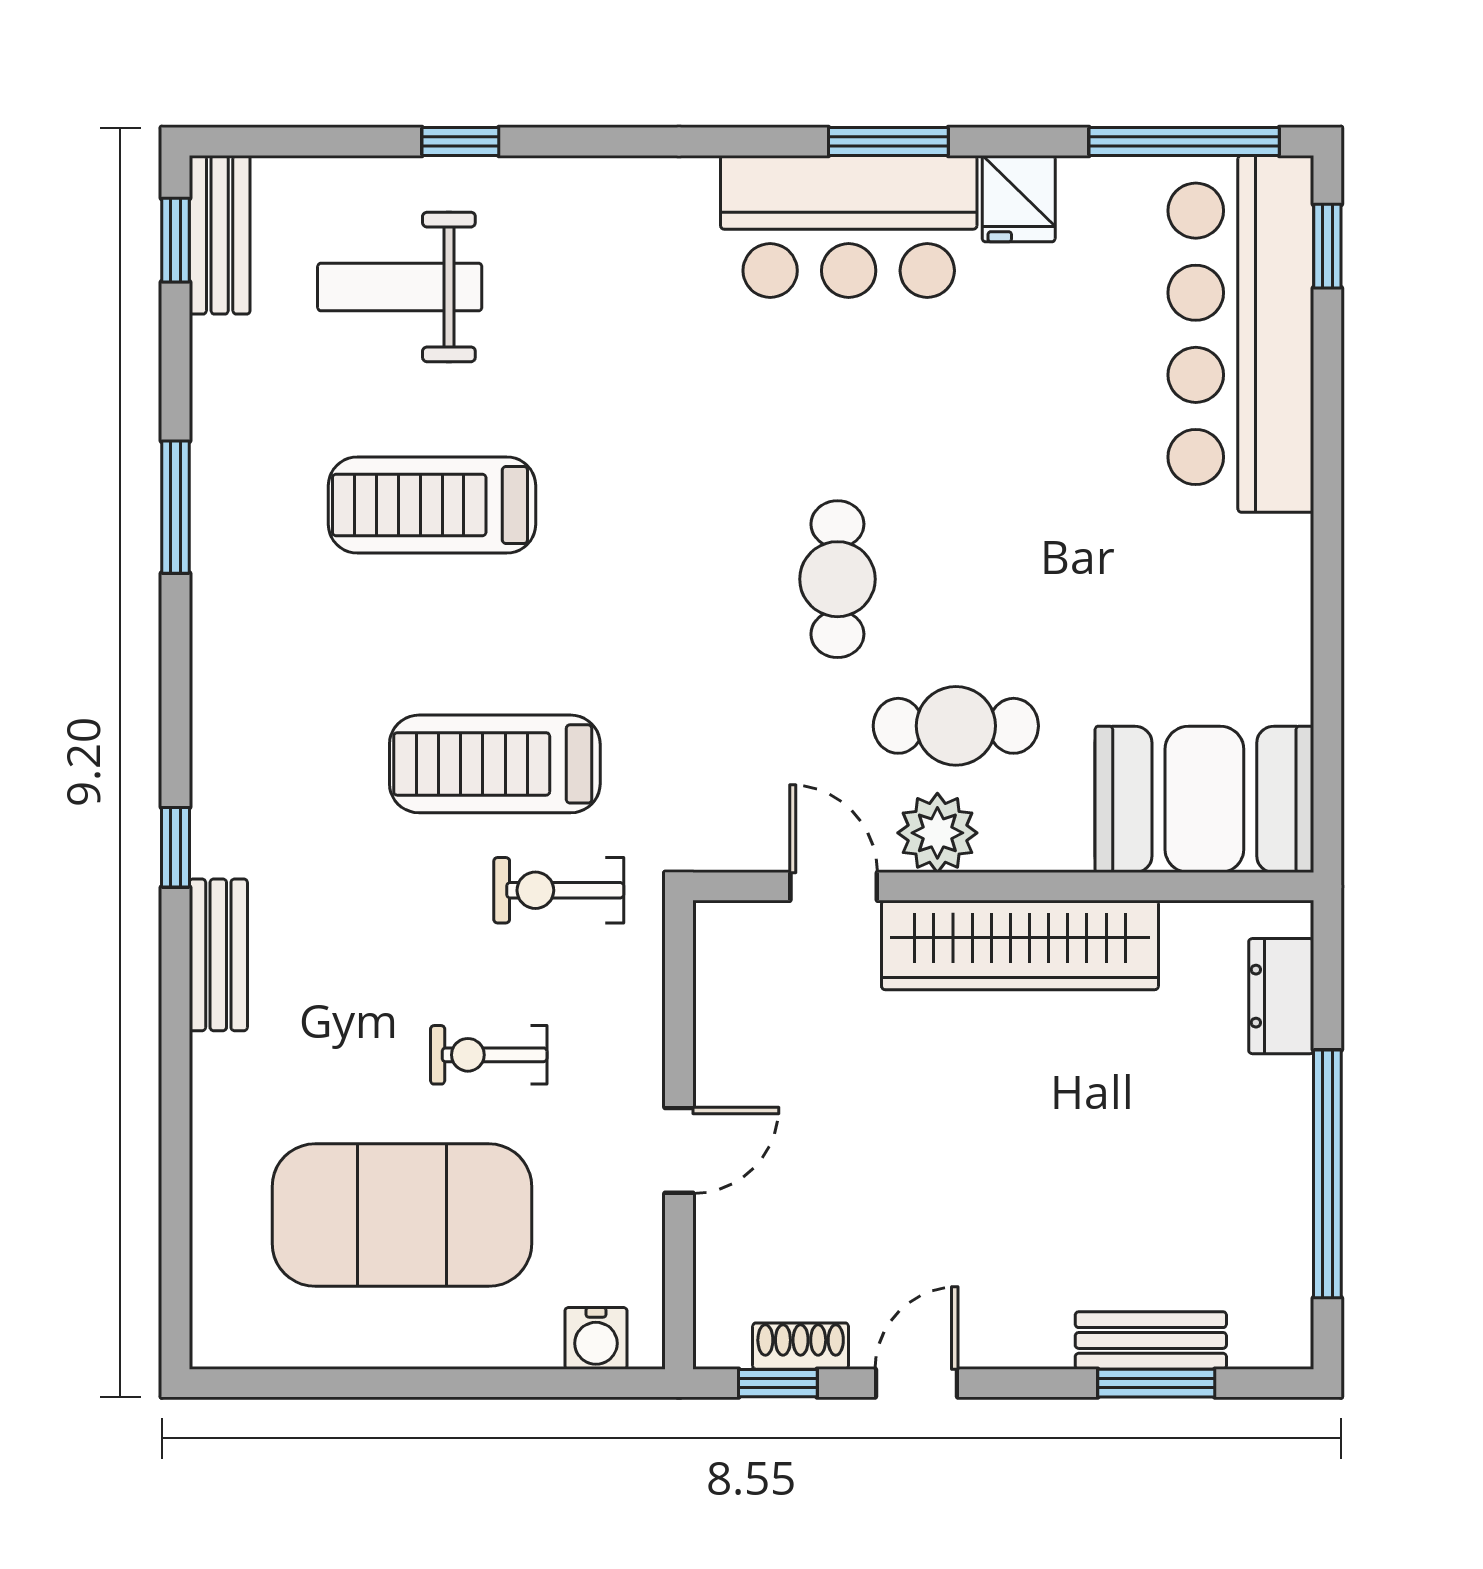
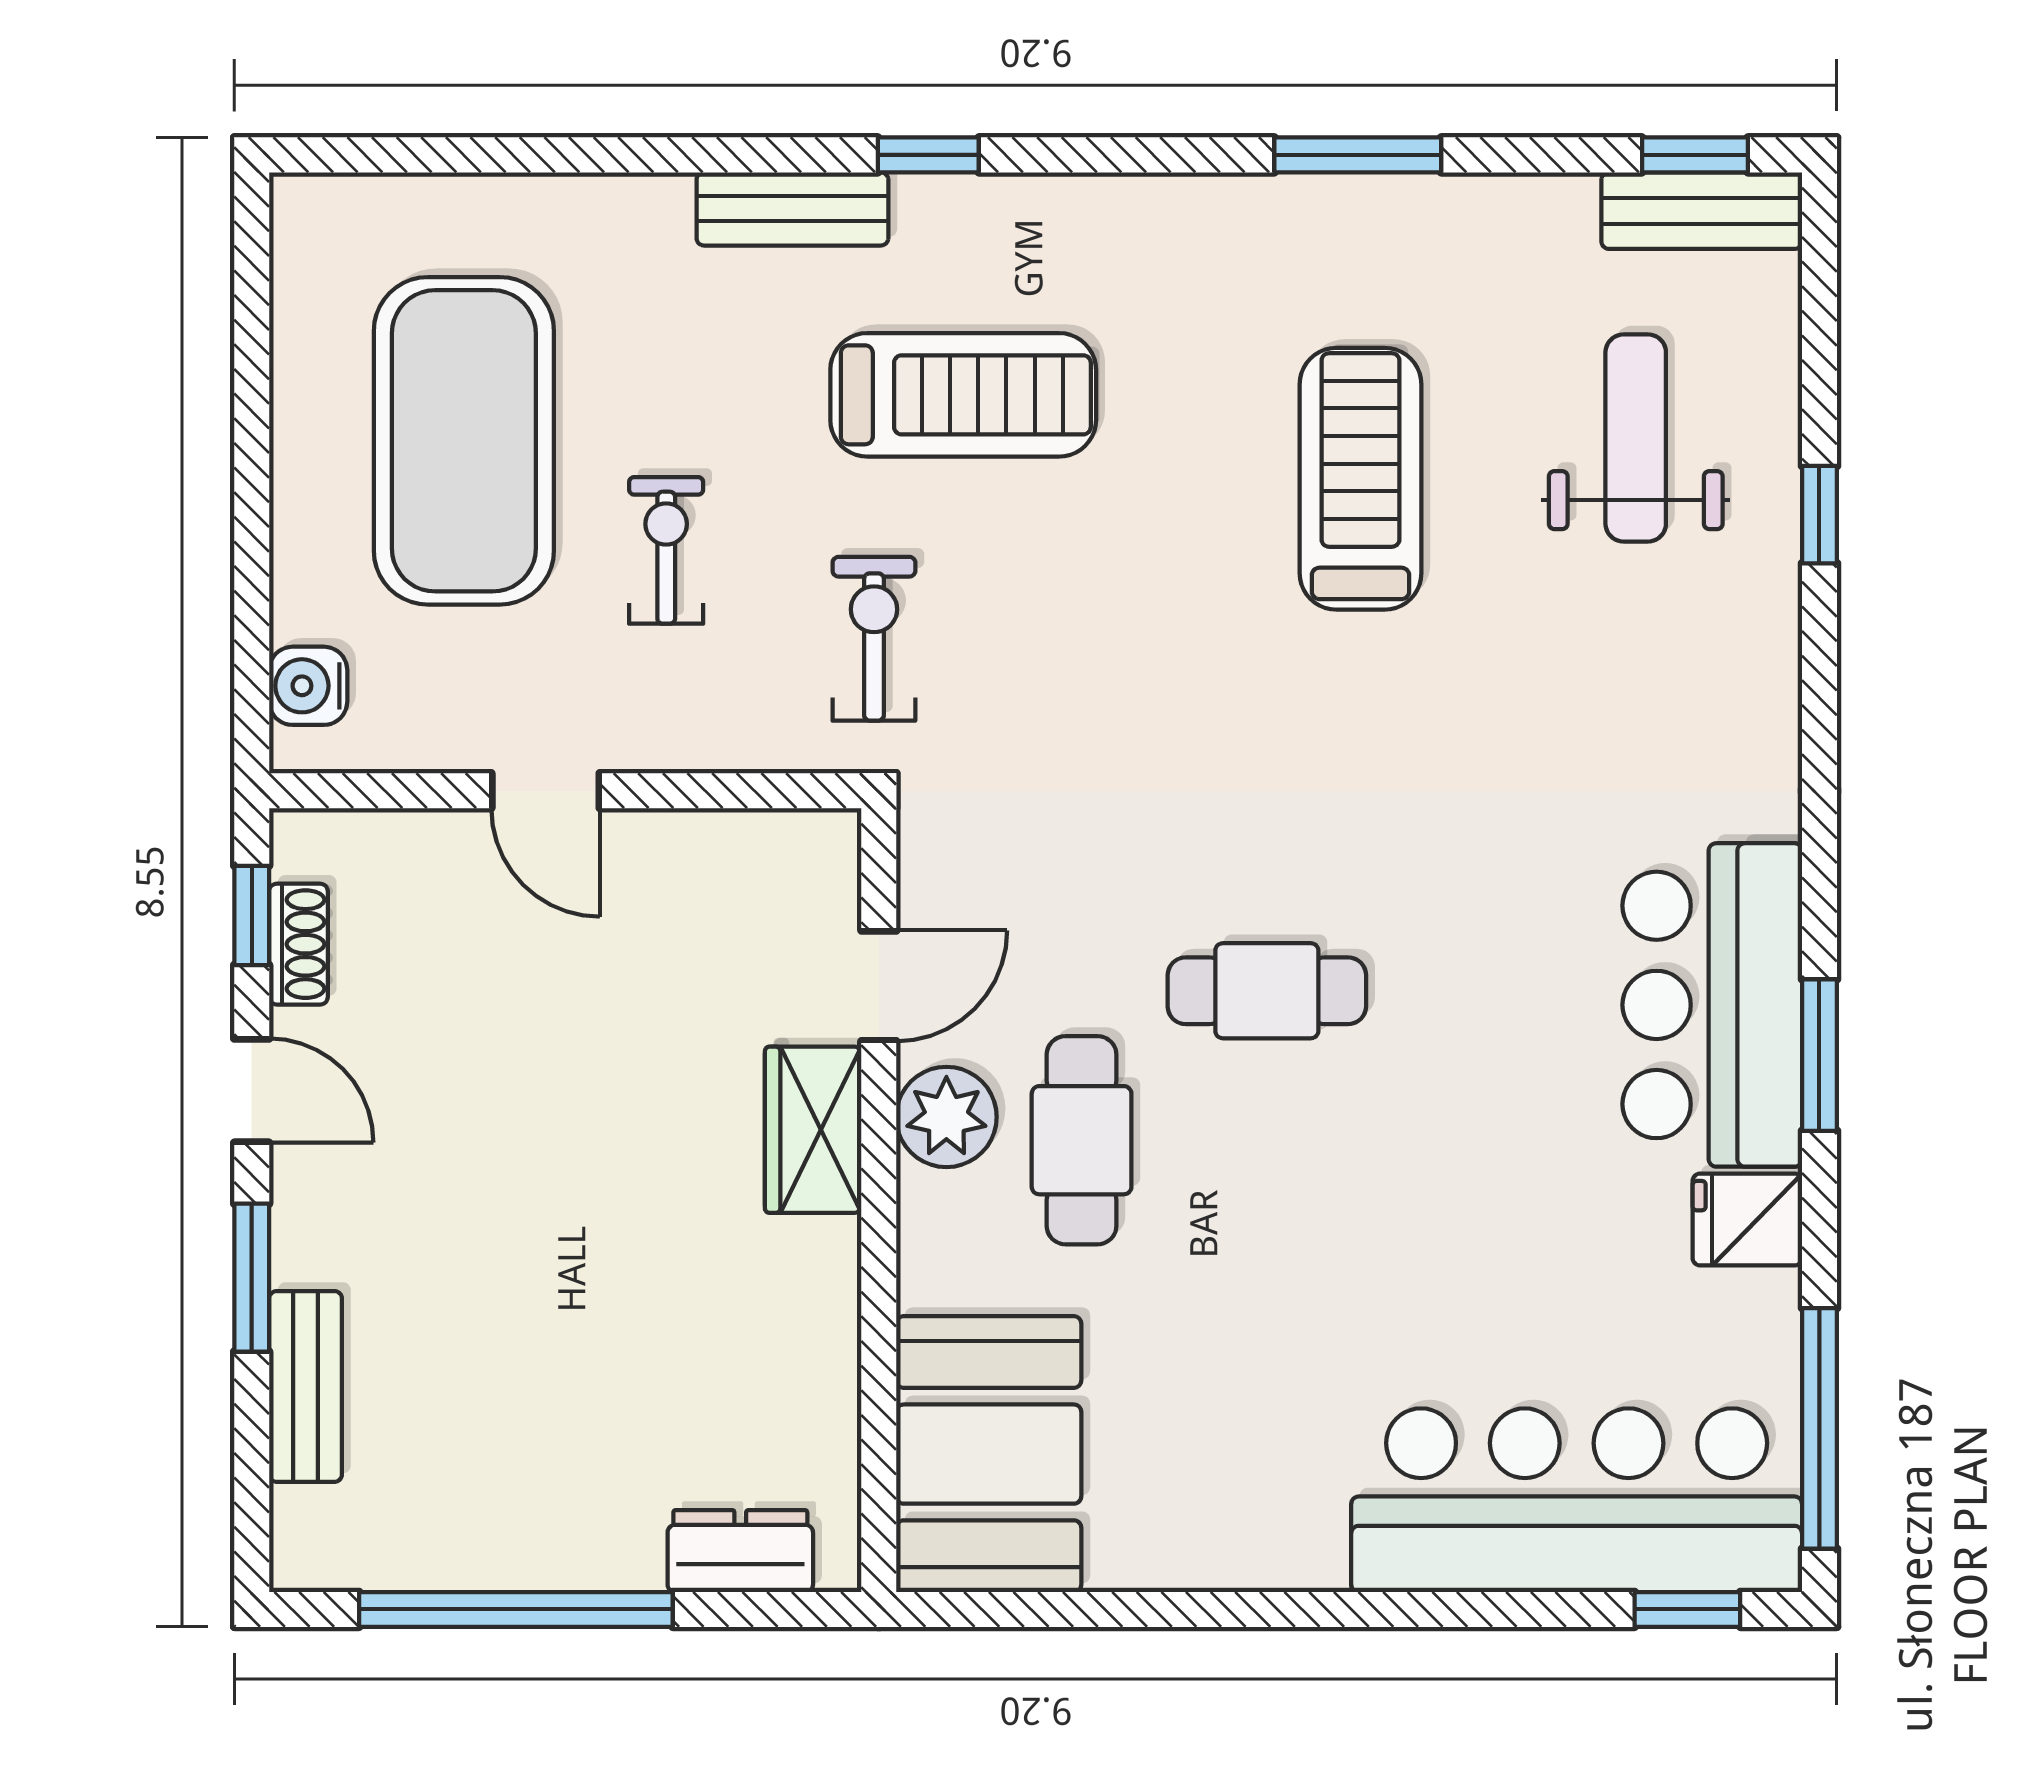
treadmill: (495, 764) -> (963, 395), moved, turned 90
wardrobe: (1020, 945) -> (813, 1130), width x0.48, depth x0.85
window: (1156, 1383) -> (252, 1278), moved

